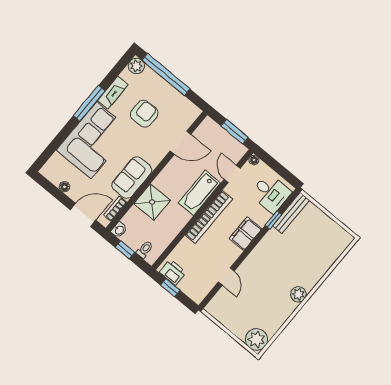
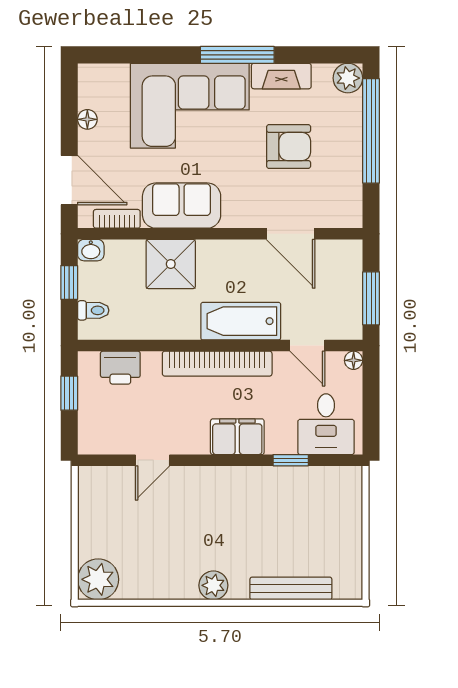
door: (232, 174) -> (307, 346), swing flipped
bench: (291, 213) -> (291, 588), moved
printer: (173, 272) -> (120, 368), moved, turned 90

